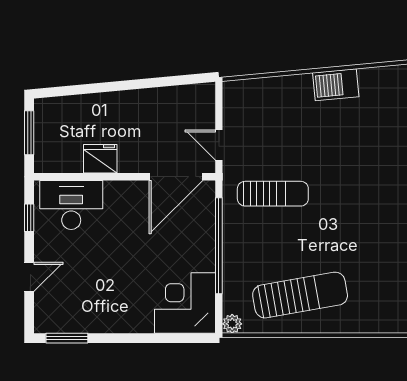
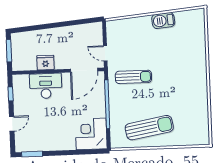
desk: (71, 205) -> (46, 86), moved
plant: (232, 324) -> (115, 144), removed

